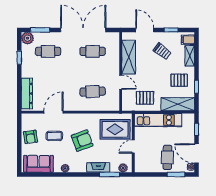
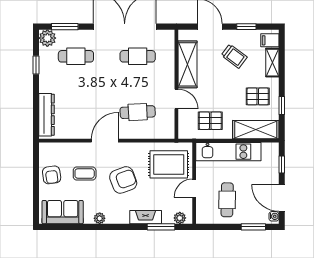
door: (54, 112) -> (105, 141), moved
cafe table: (167, 157) -> (227, 200), moved

